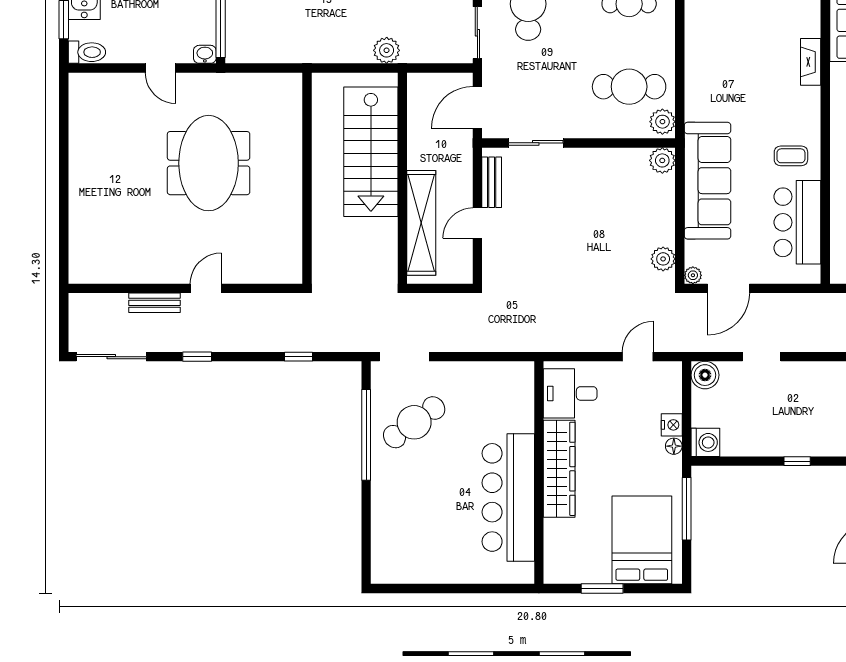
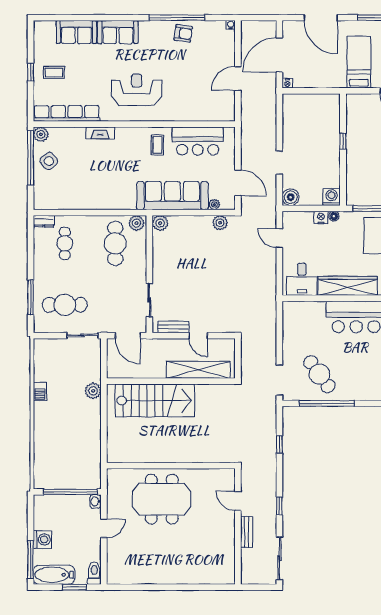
wall: (307, 178) -> (171, 466), moved
plant: (693, 275) -> (214, 205), moved

